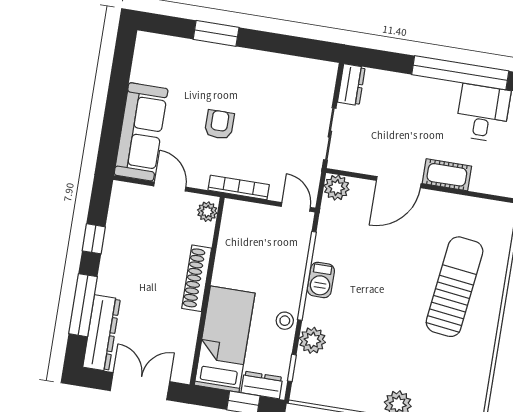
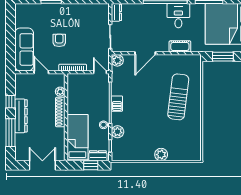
cot: (447, 175) -> (180, 46), moved
plant: (207, 212) -> (60, 92), moved
dresser: (102, 333) -> (21, 116), moved

